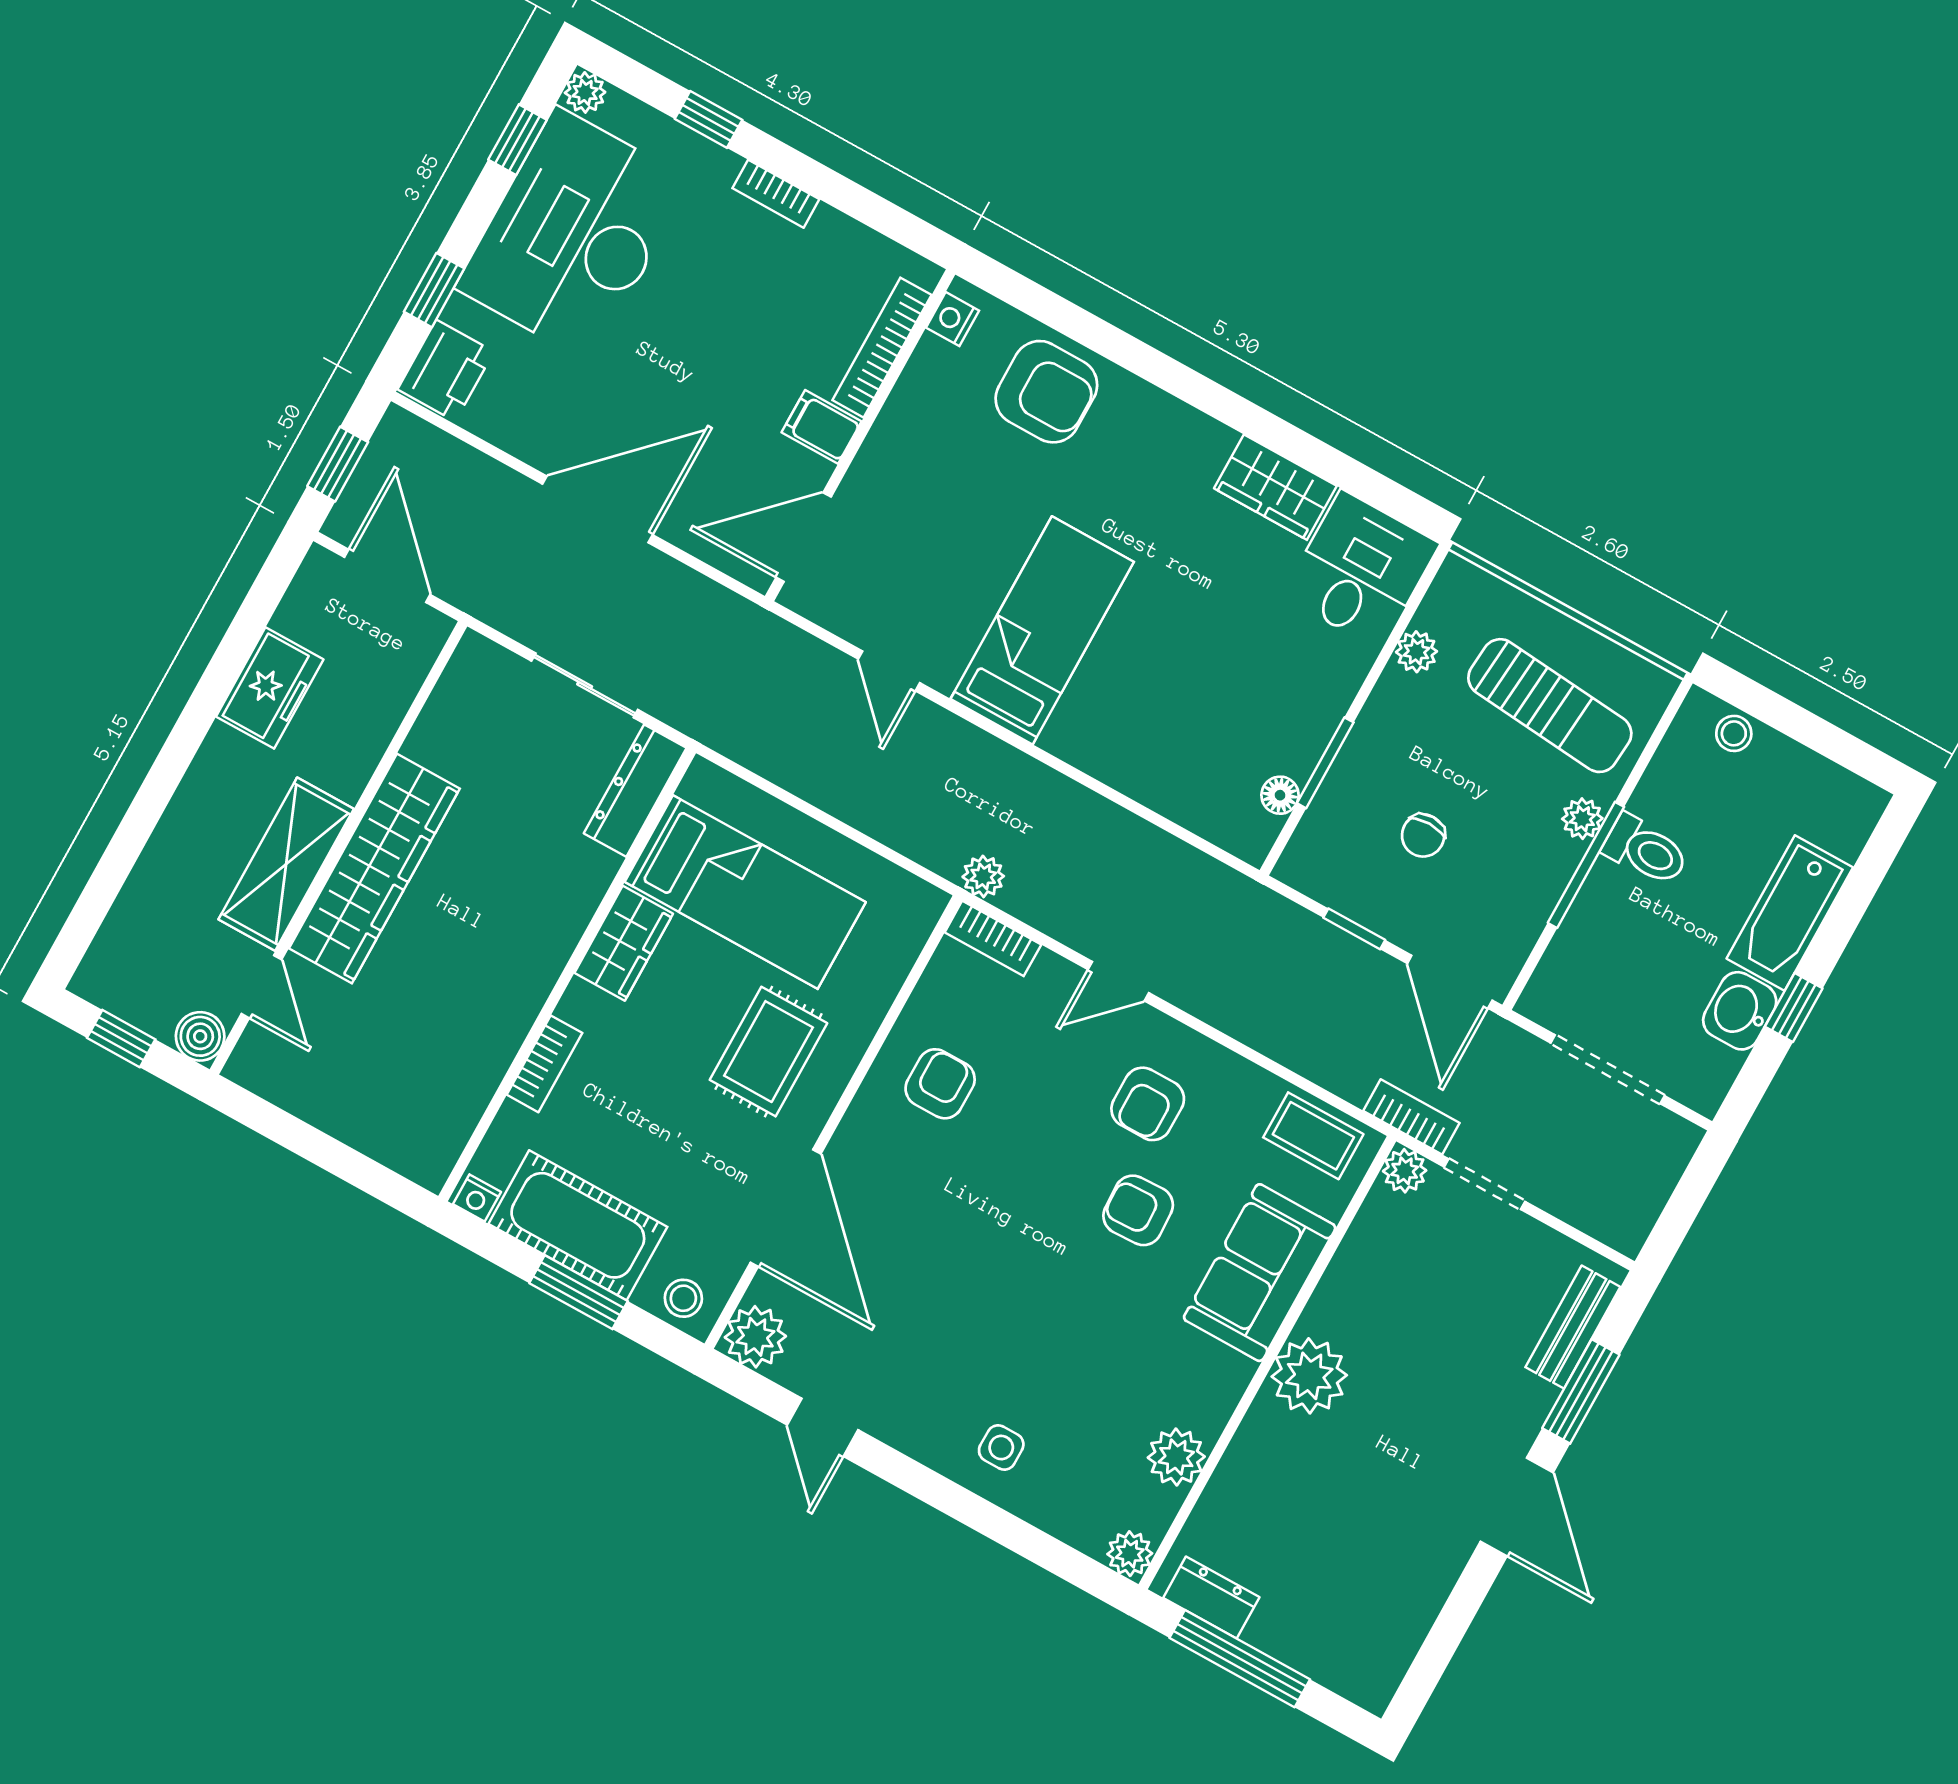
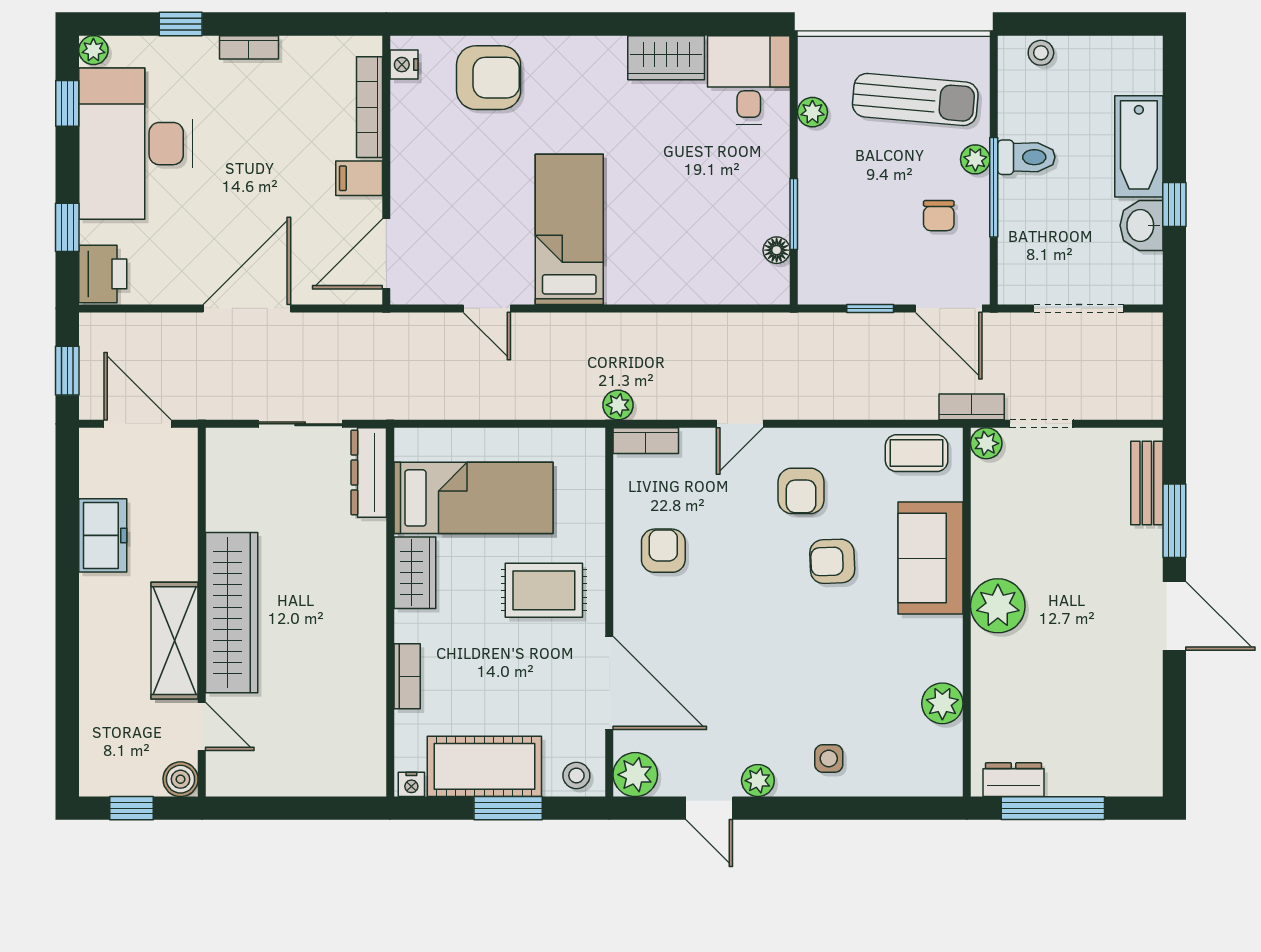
chair: (1423, 835) -> (939, 216), moved
rug: (768, 1052) -> (544, 590), turned 90
plant: (1130, 1554) -> (758, 781), moved

